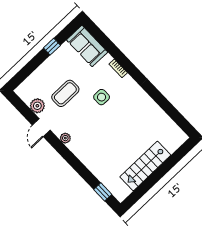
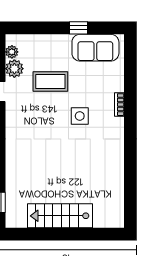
sofa: (87, 46) -> (95, 48), moved, turned -90
plant: (65, 138) -> (12, 52), moved

